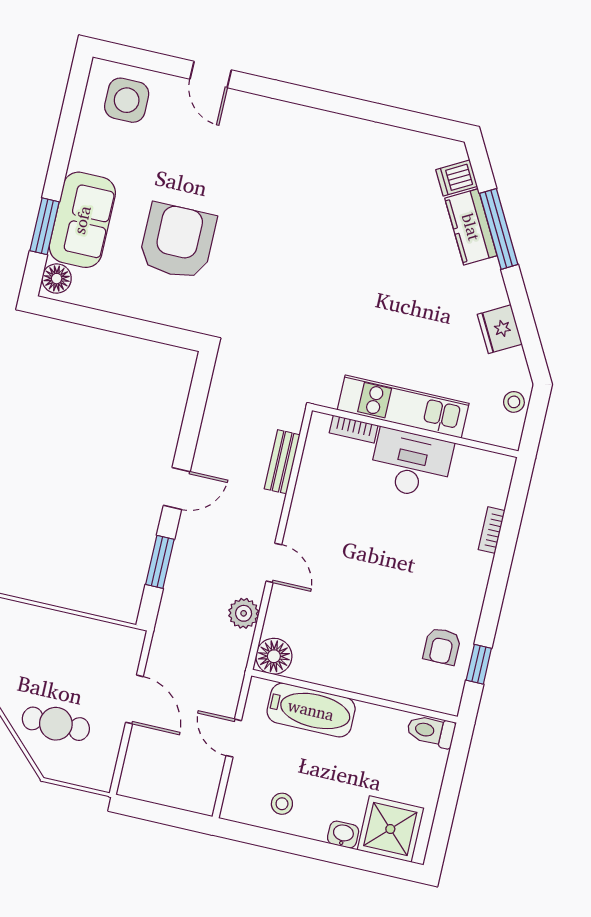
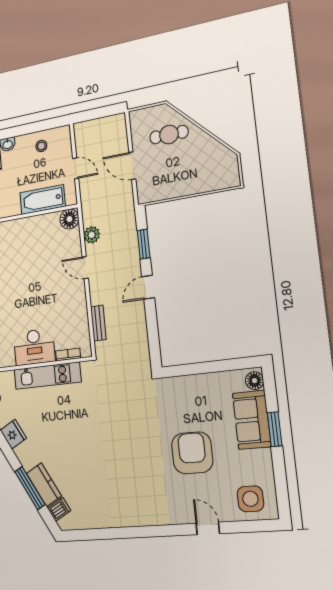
window: (45, 226) -> (275, 429), moved
armchair: (178, 241) -> (192, 453), moved, turned 180

